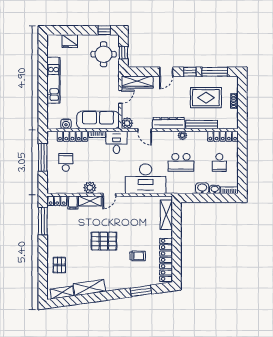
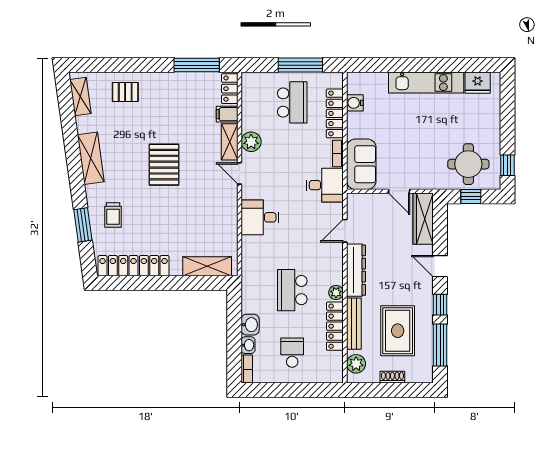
fridge: (70, 41) -> (478, 83), moved, turned -90
sofa: (98, 120) -> (361, 164), width x0.73
plant: (127, 123) -> (356, 364), moved
locker: (223, 136) -> (335, 326), moved
school desk: (66, 162) -> (292, 102), width x1.85
school desk: (219, 162) -> (292, 353), turned 90
desk: (146, 179) -> (260, 217), width x0.53, depth x0.77
trolley: (138, 256) -> (113, 215), moved
shelving: (89, 288) -> (91, 158), moved

